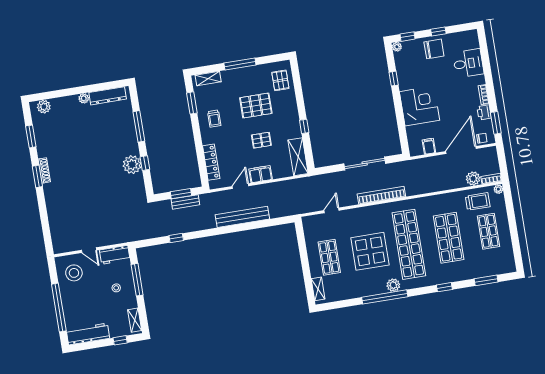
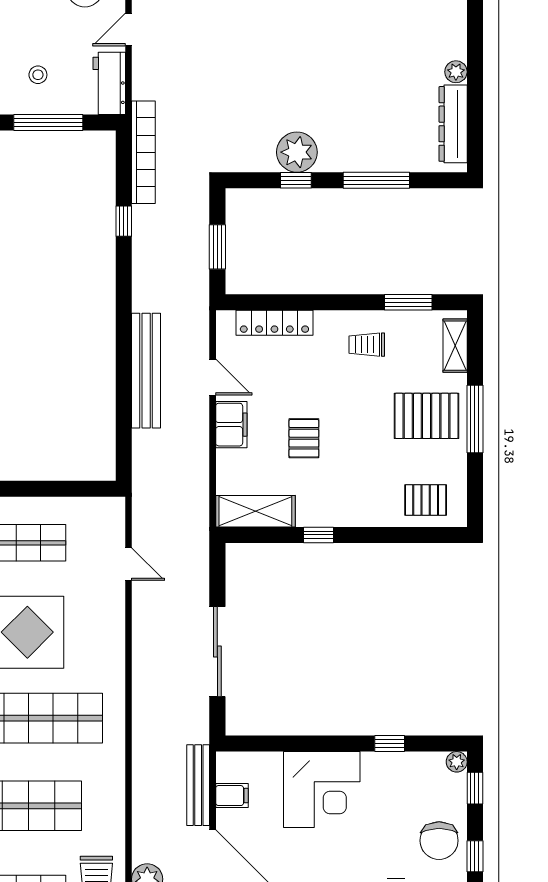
pallet: (256, 106) -> (427, 416), moved, turned 90
bookcase: (381, 195) -> (143, 152), moved
bench: (185, 202) -> (198, 785), moved, width x1.36

